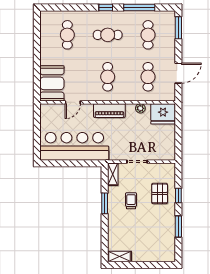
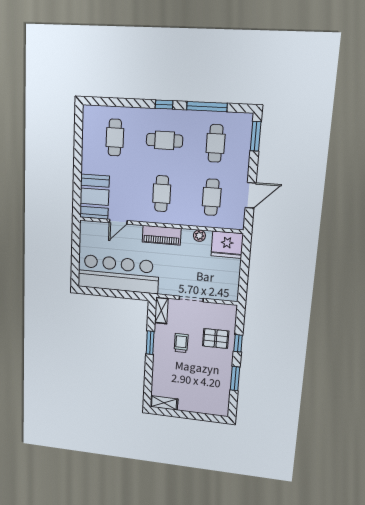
pallet: (160, 193) -> (216, 339), turned 90

